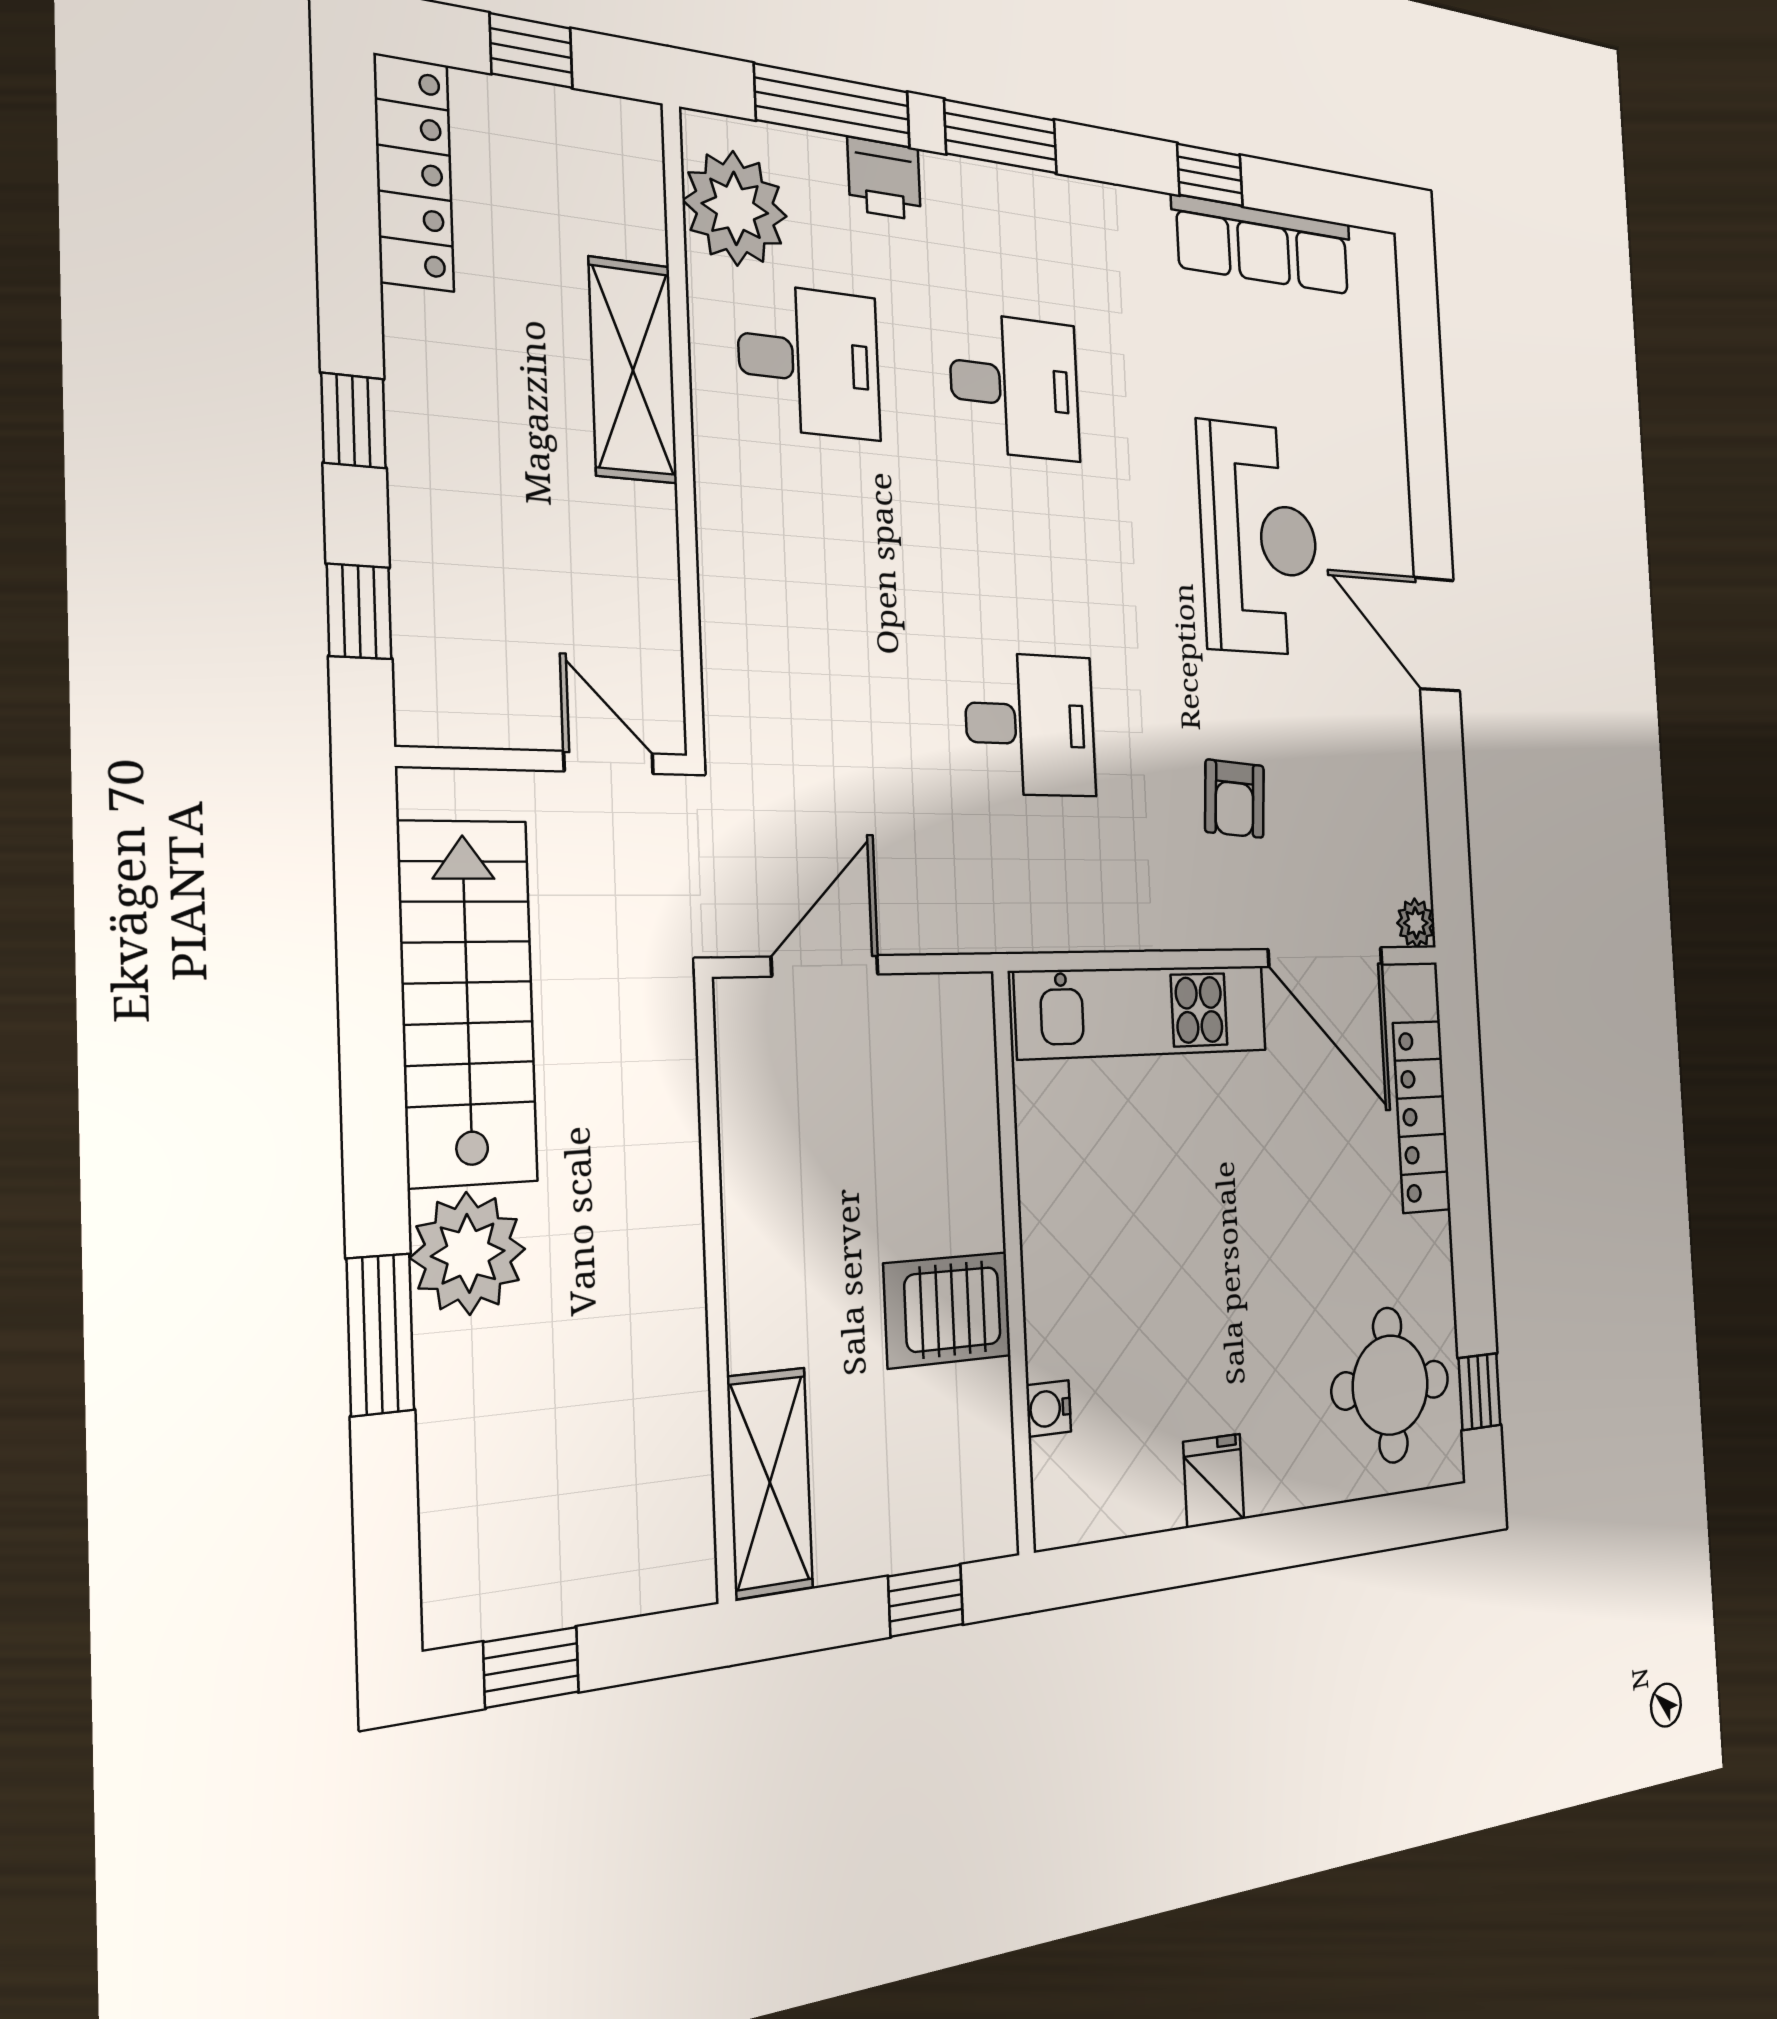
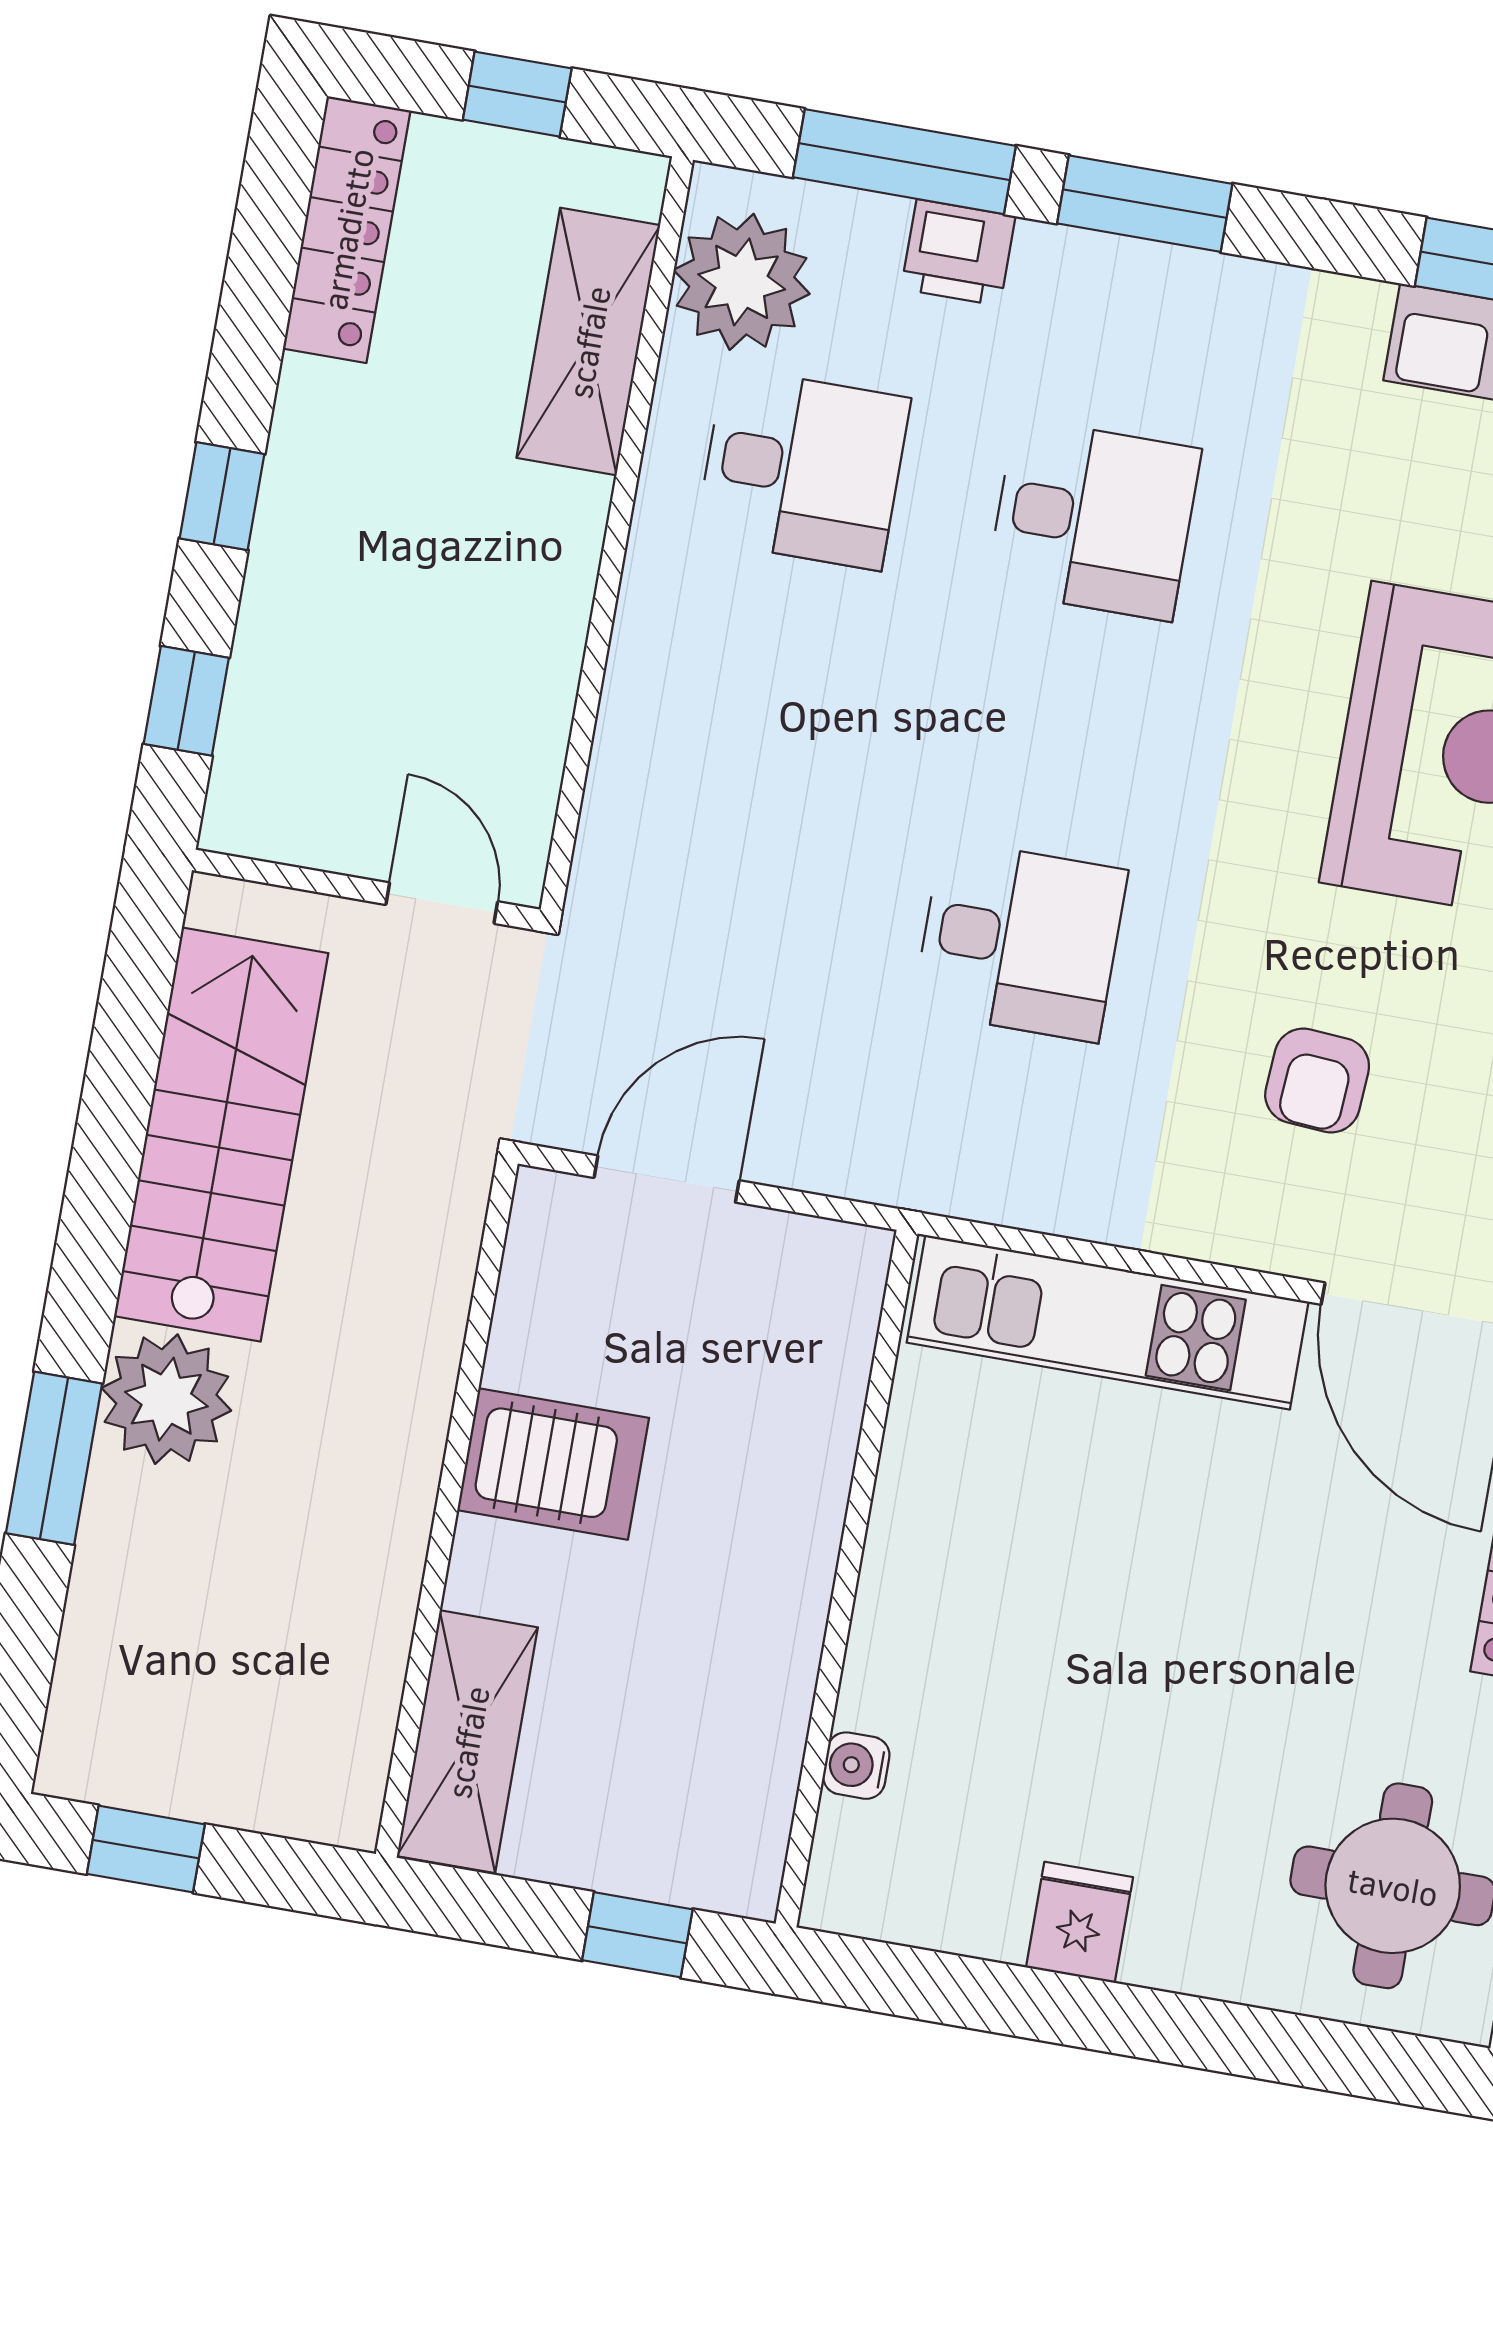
shelving: (633, 370) -> (588, 342), moved
server rack: (948, 1310) -> (553, 1464), moved, turned 180

